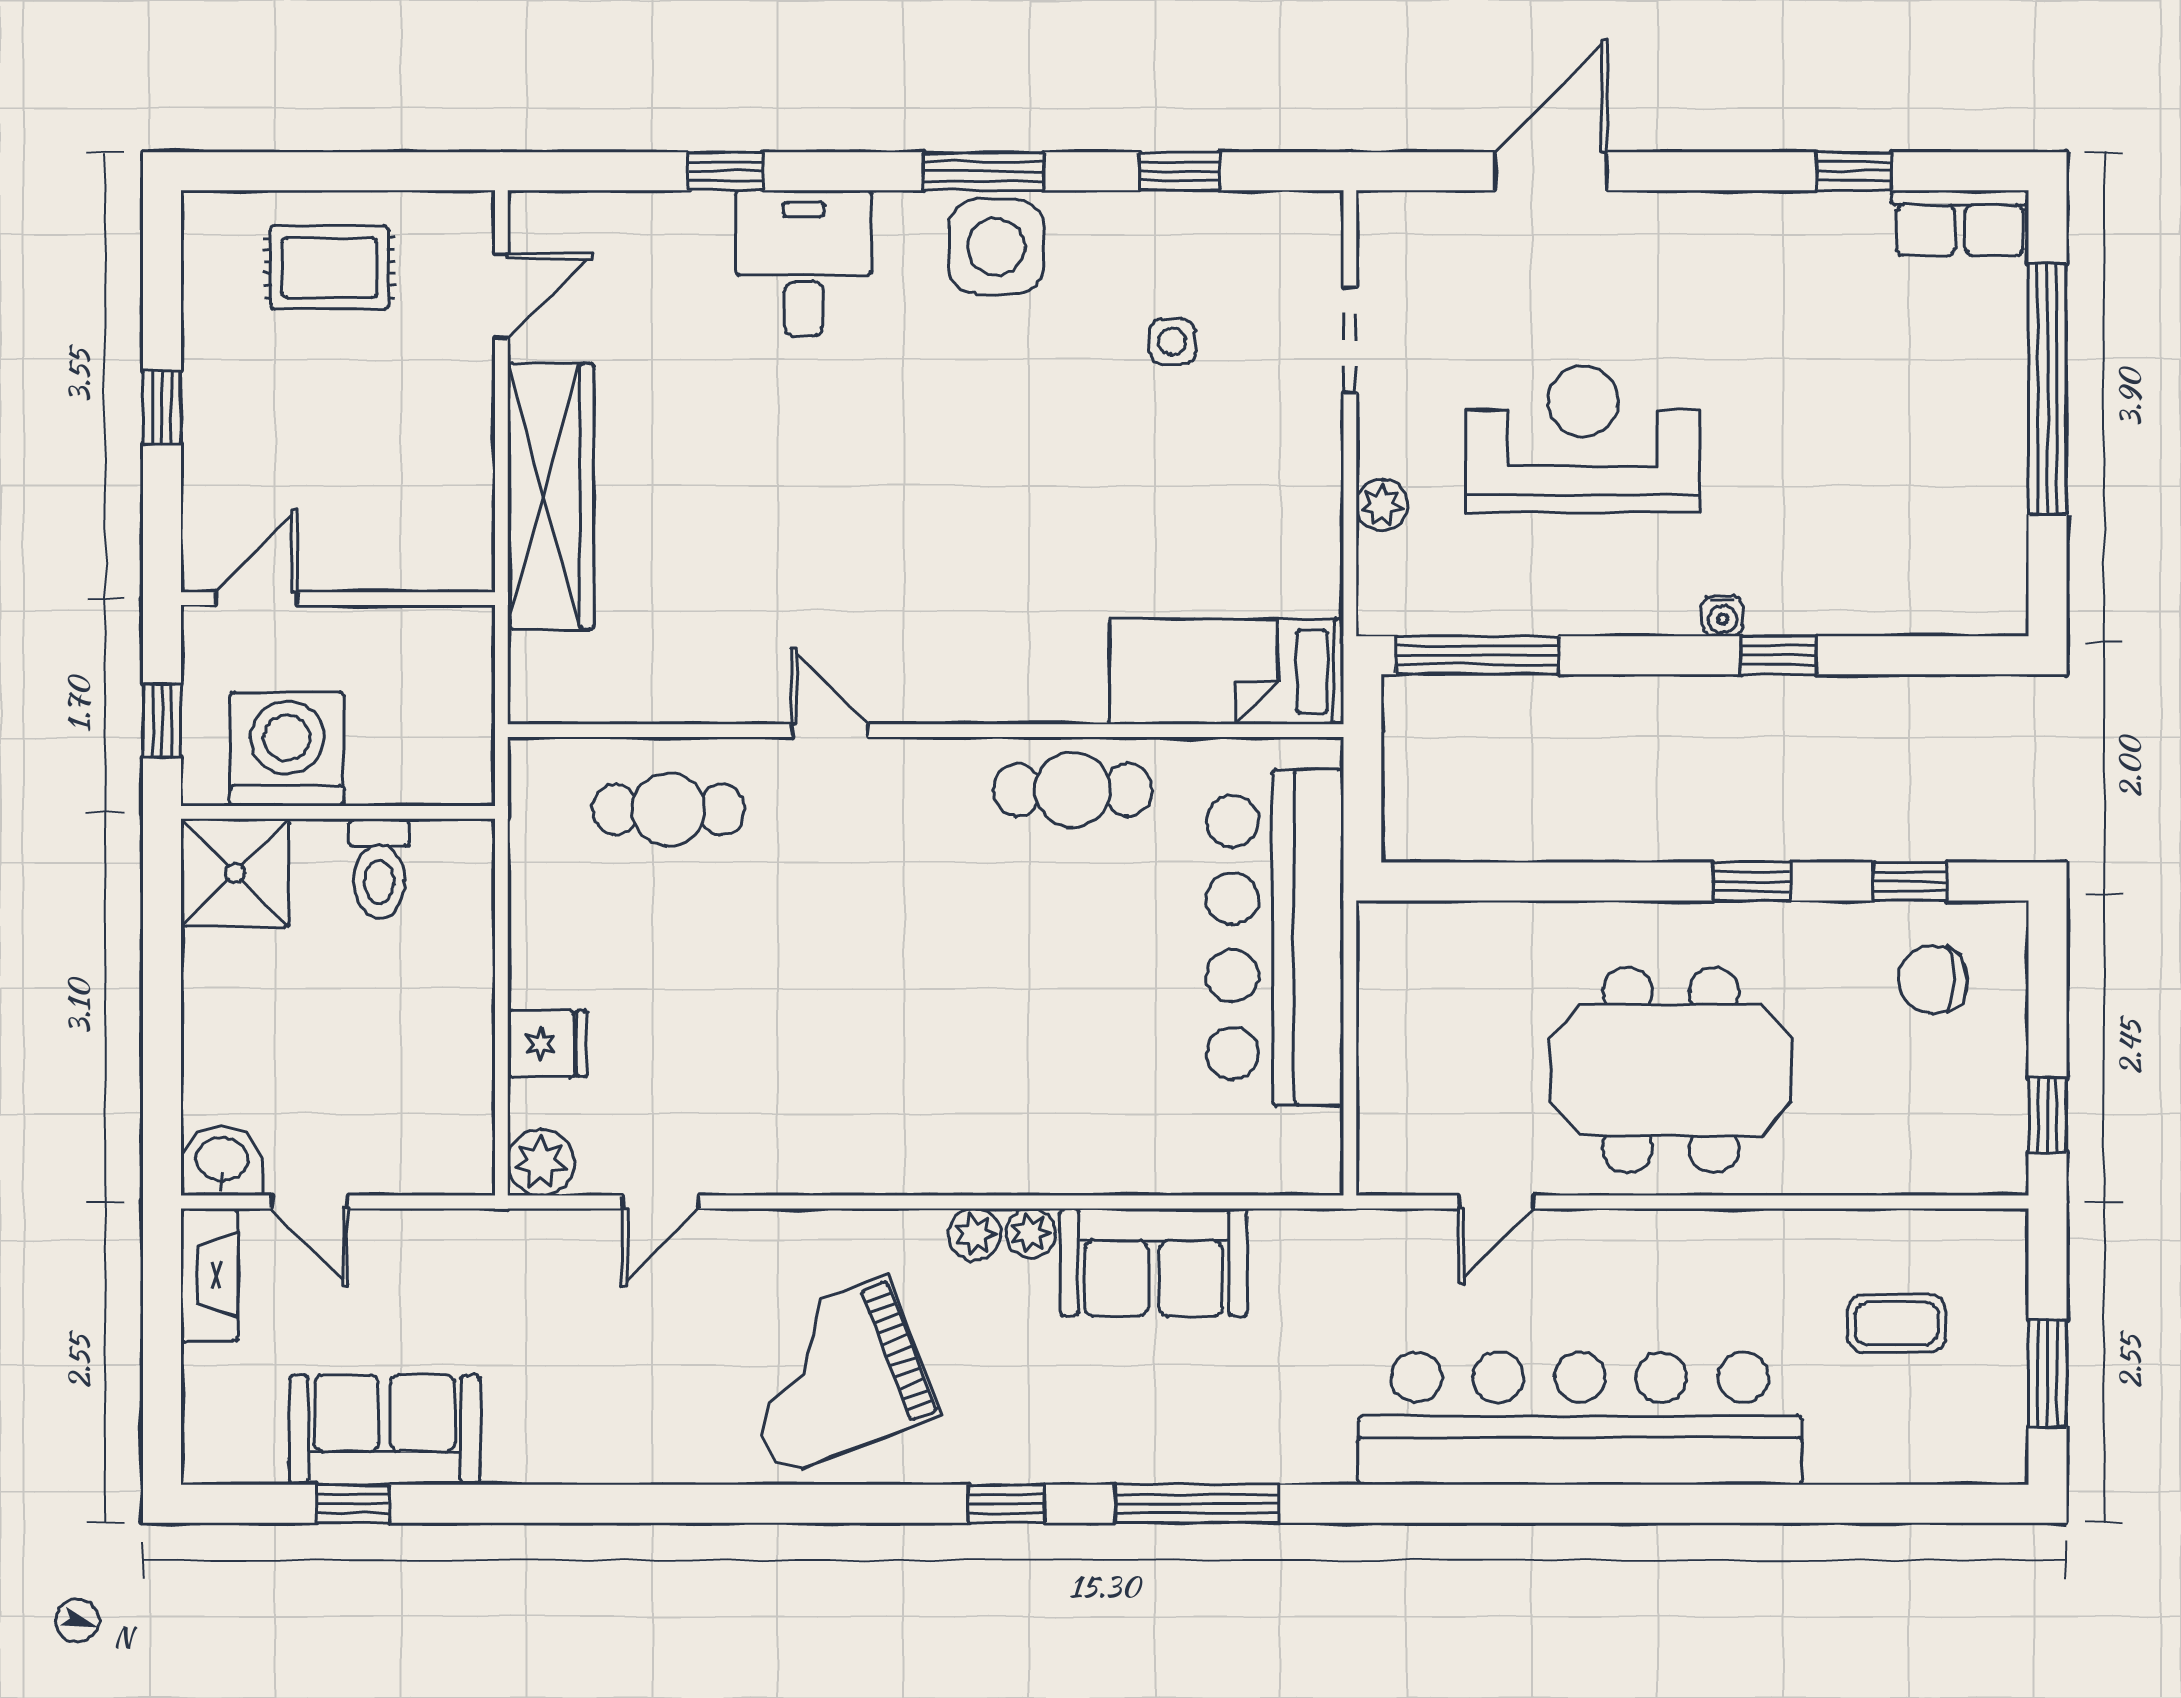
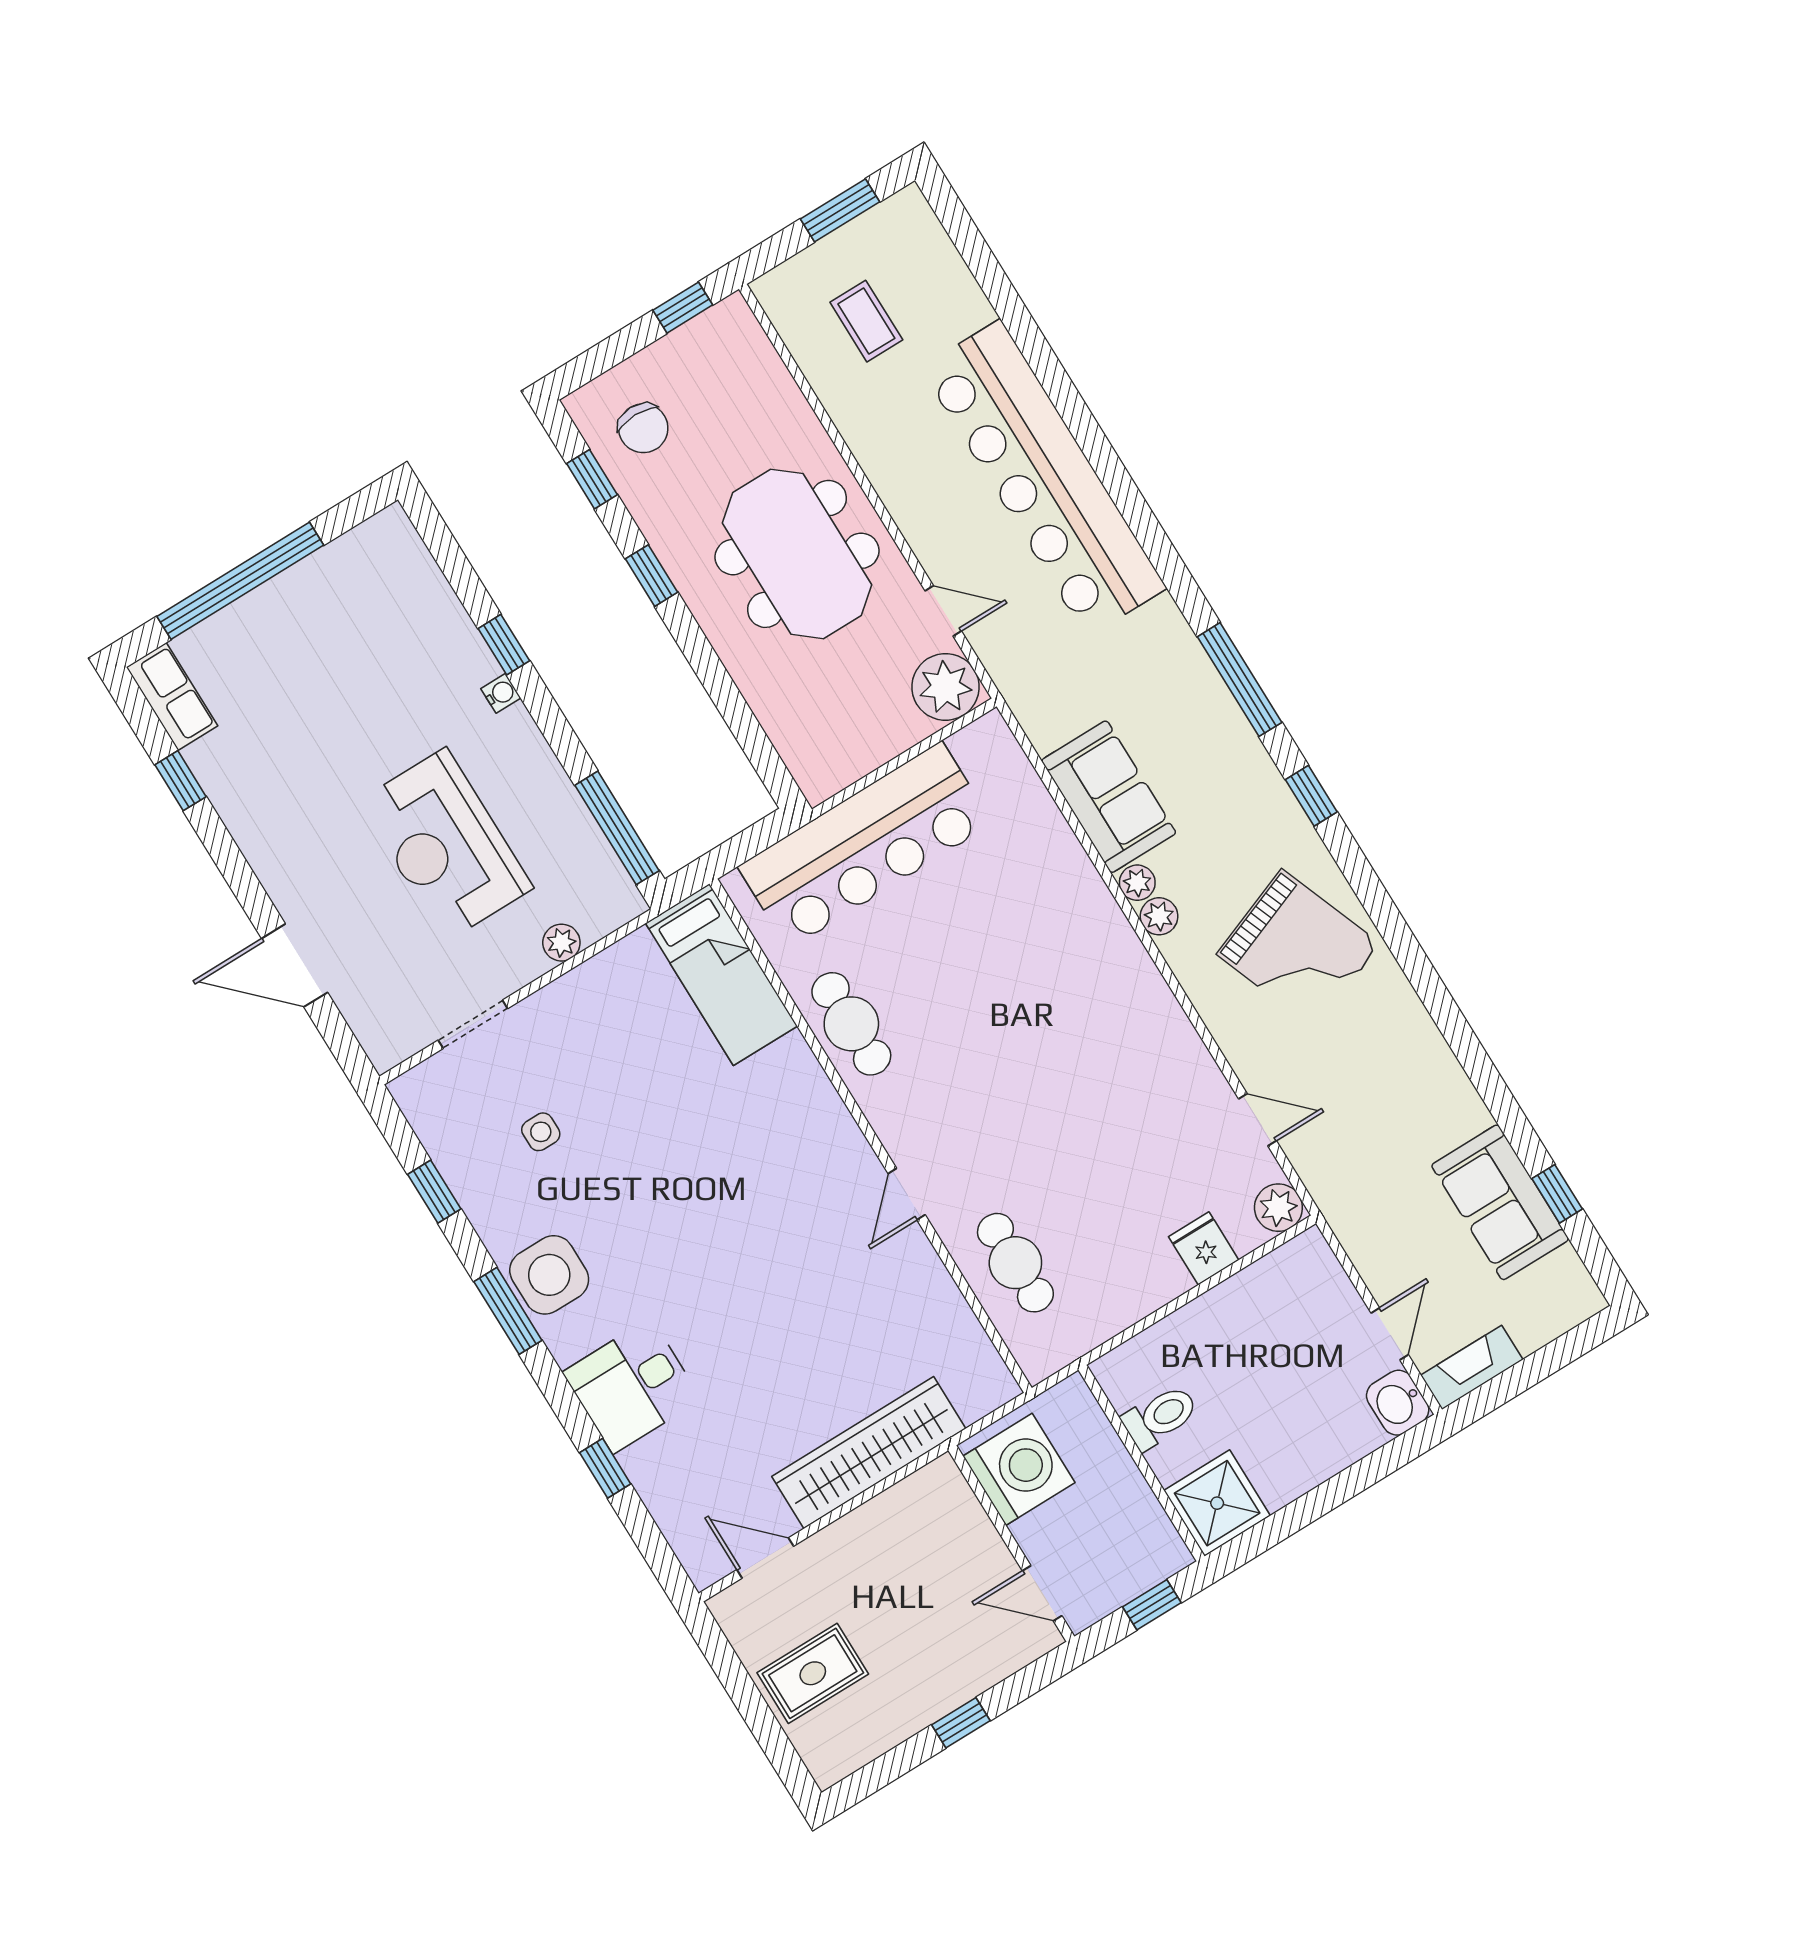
rug: (329, 268) -> (813, 1673), turned 90
washing machine: (287, 749) -> (1019, 1469), moved, turned 180
plant: (1404, 1149) -> (945, 687), added

